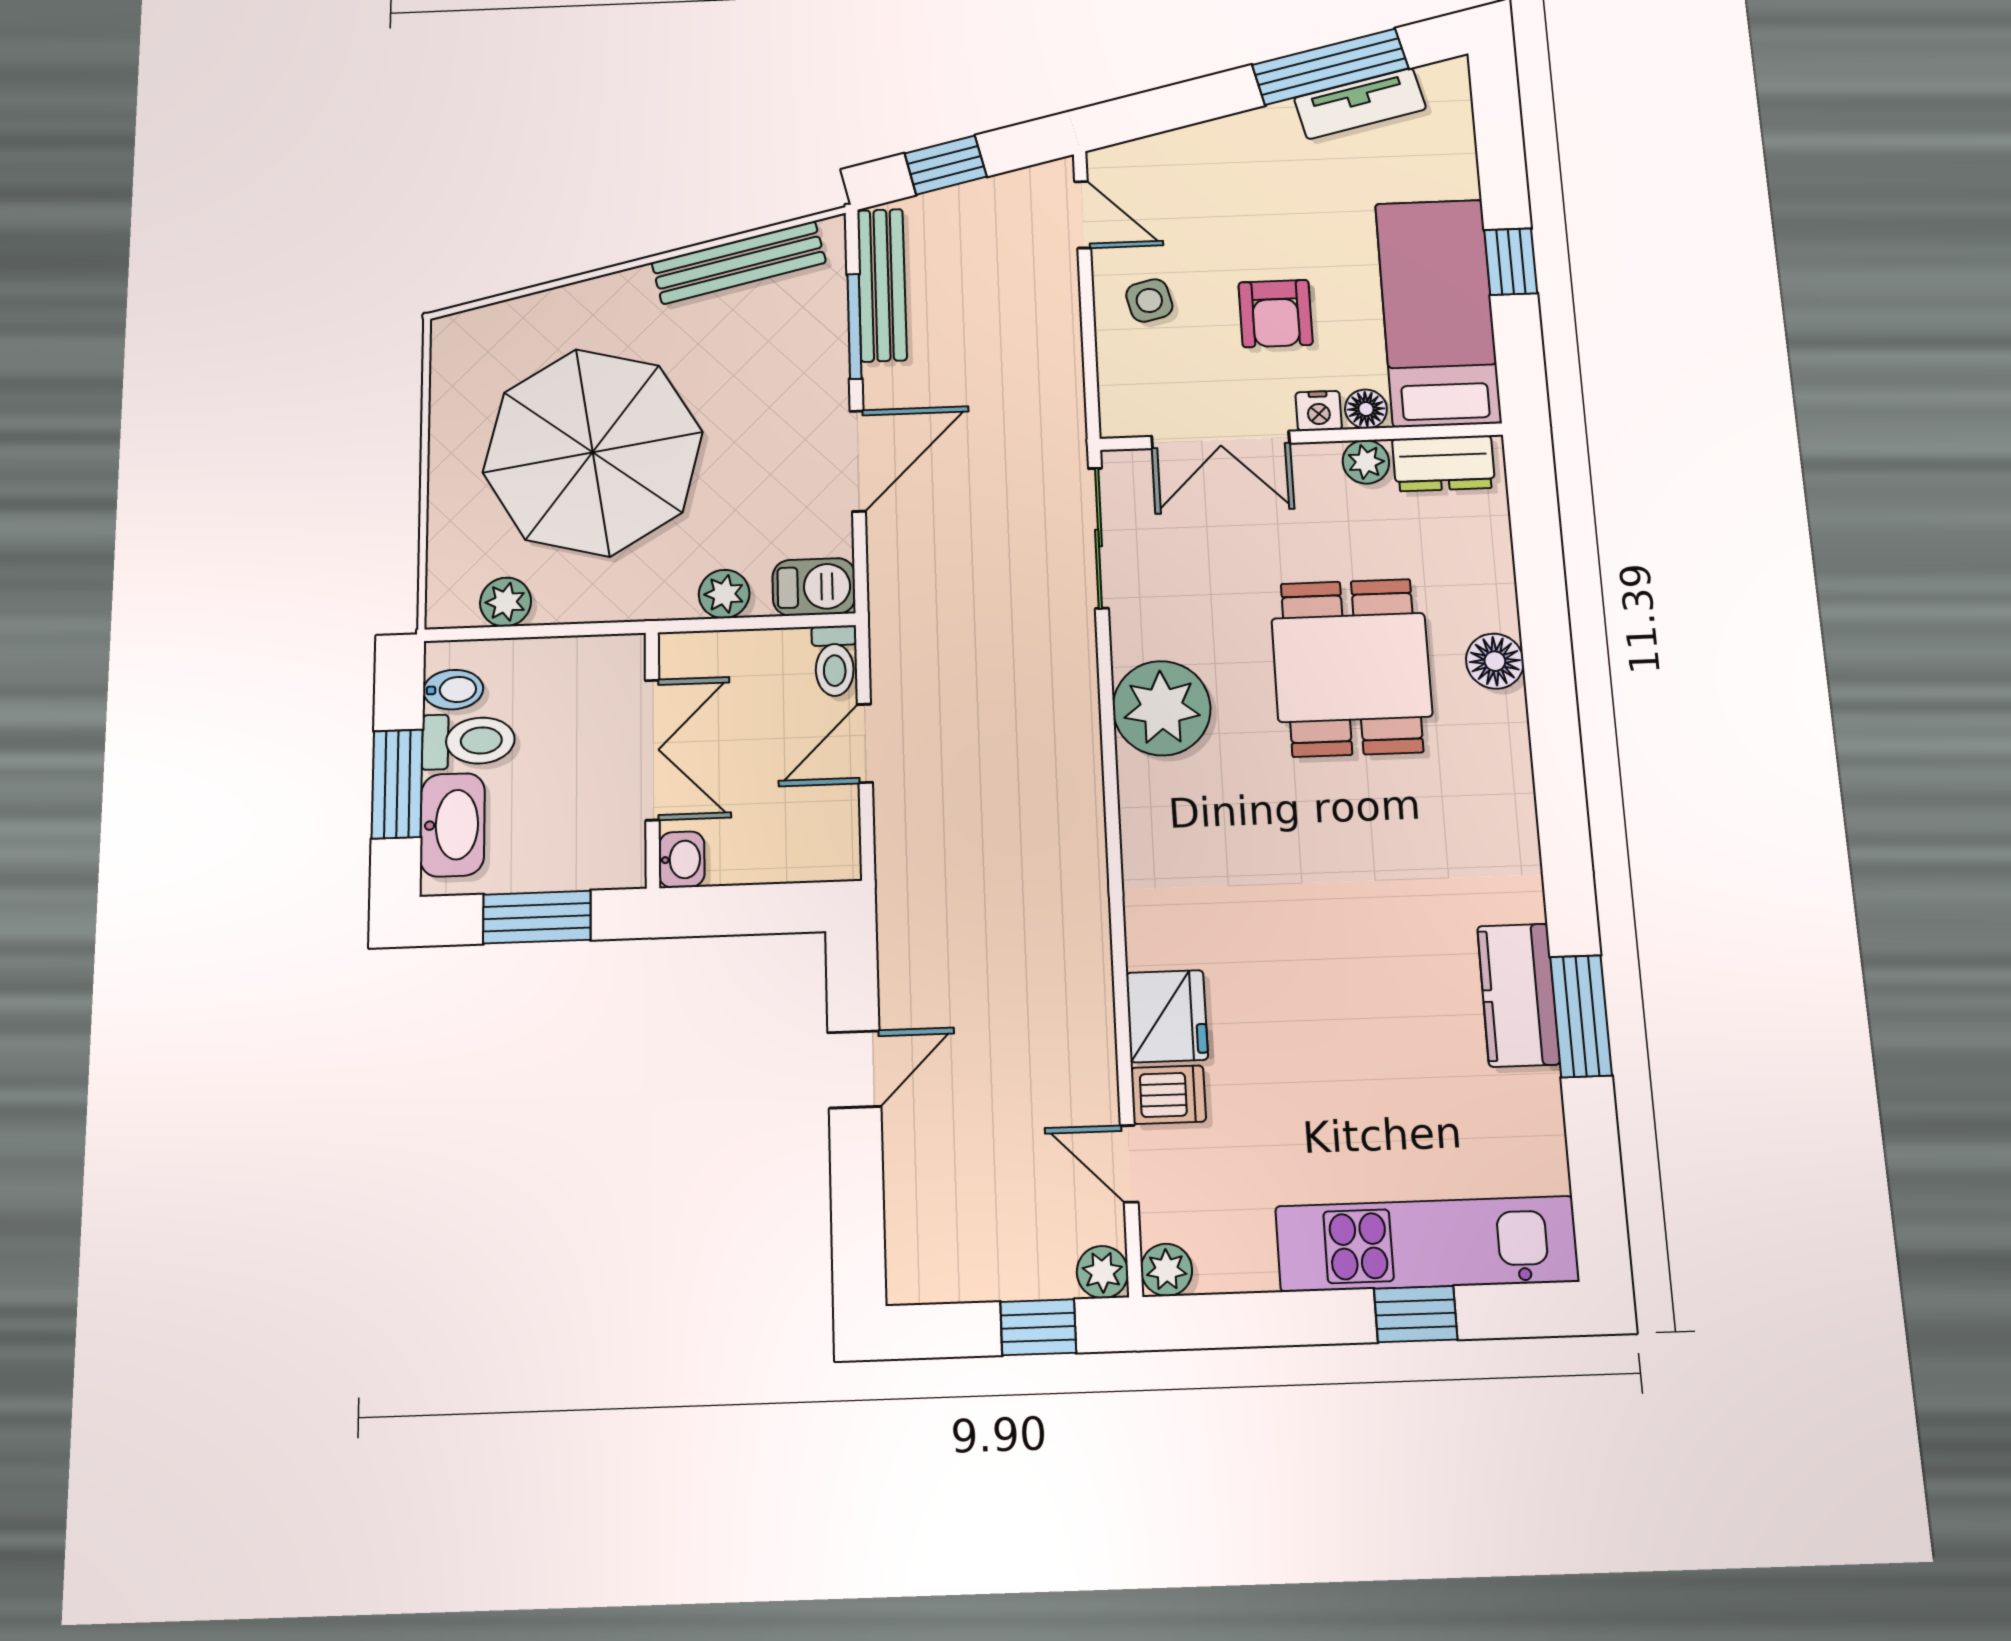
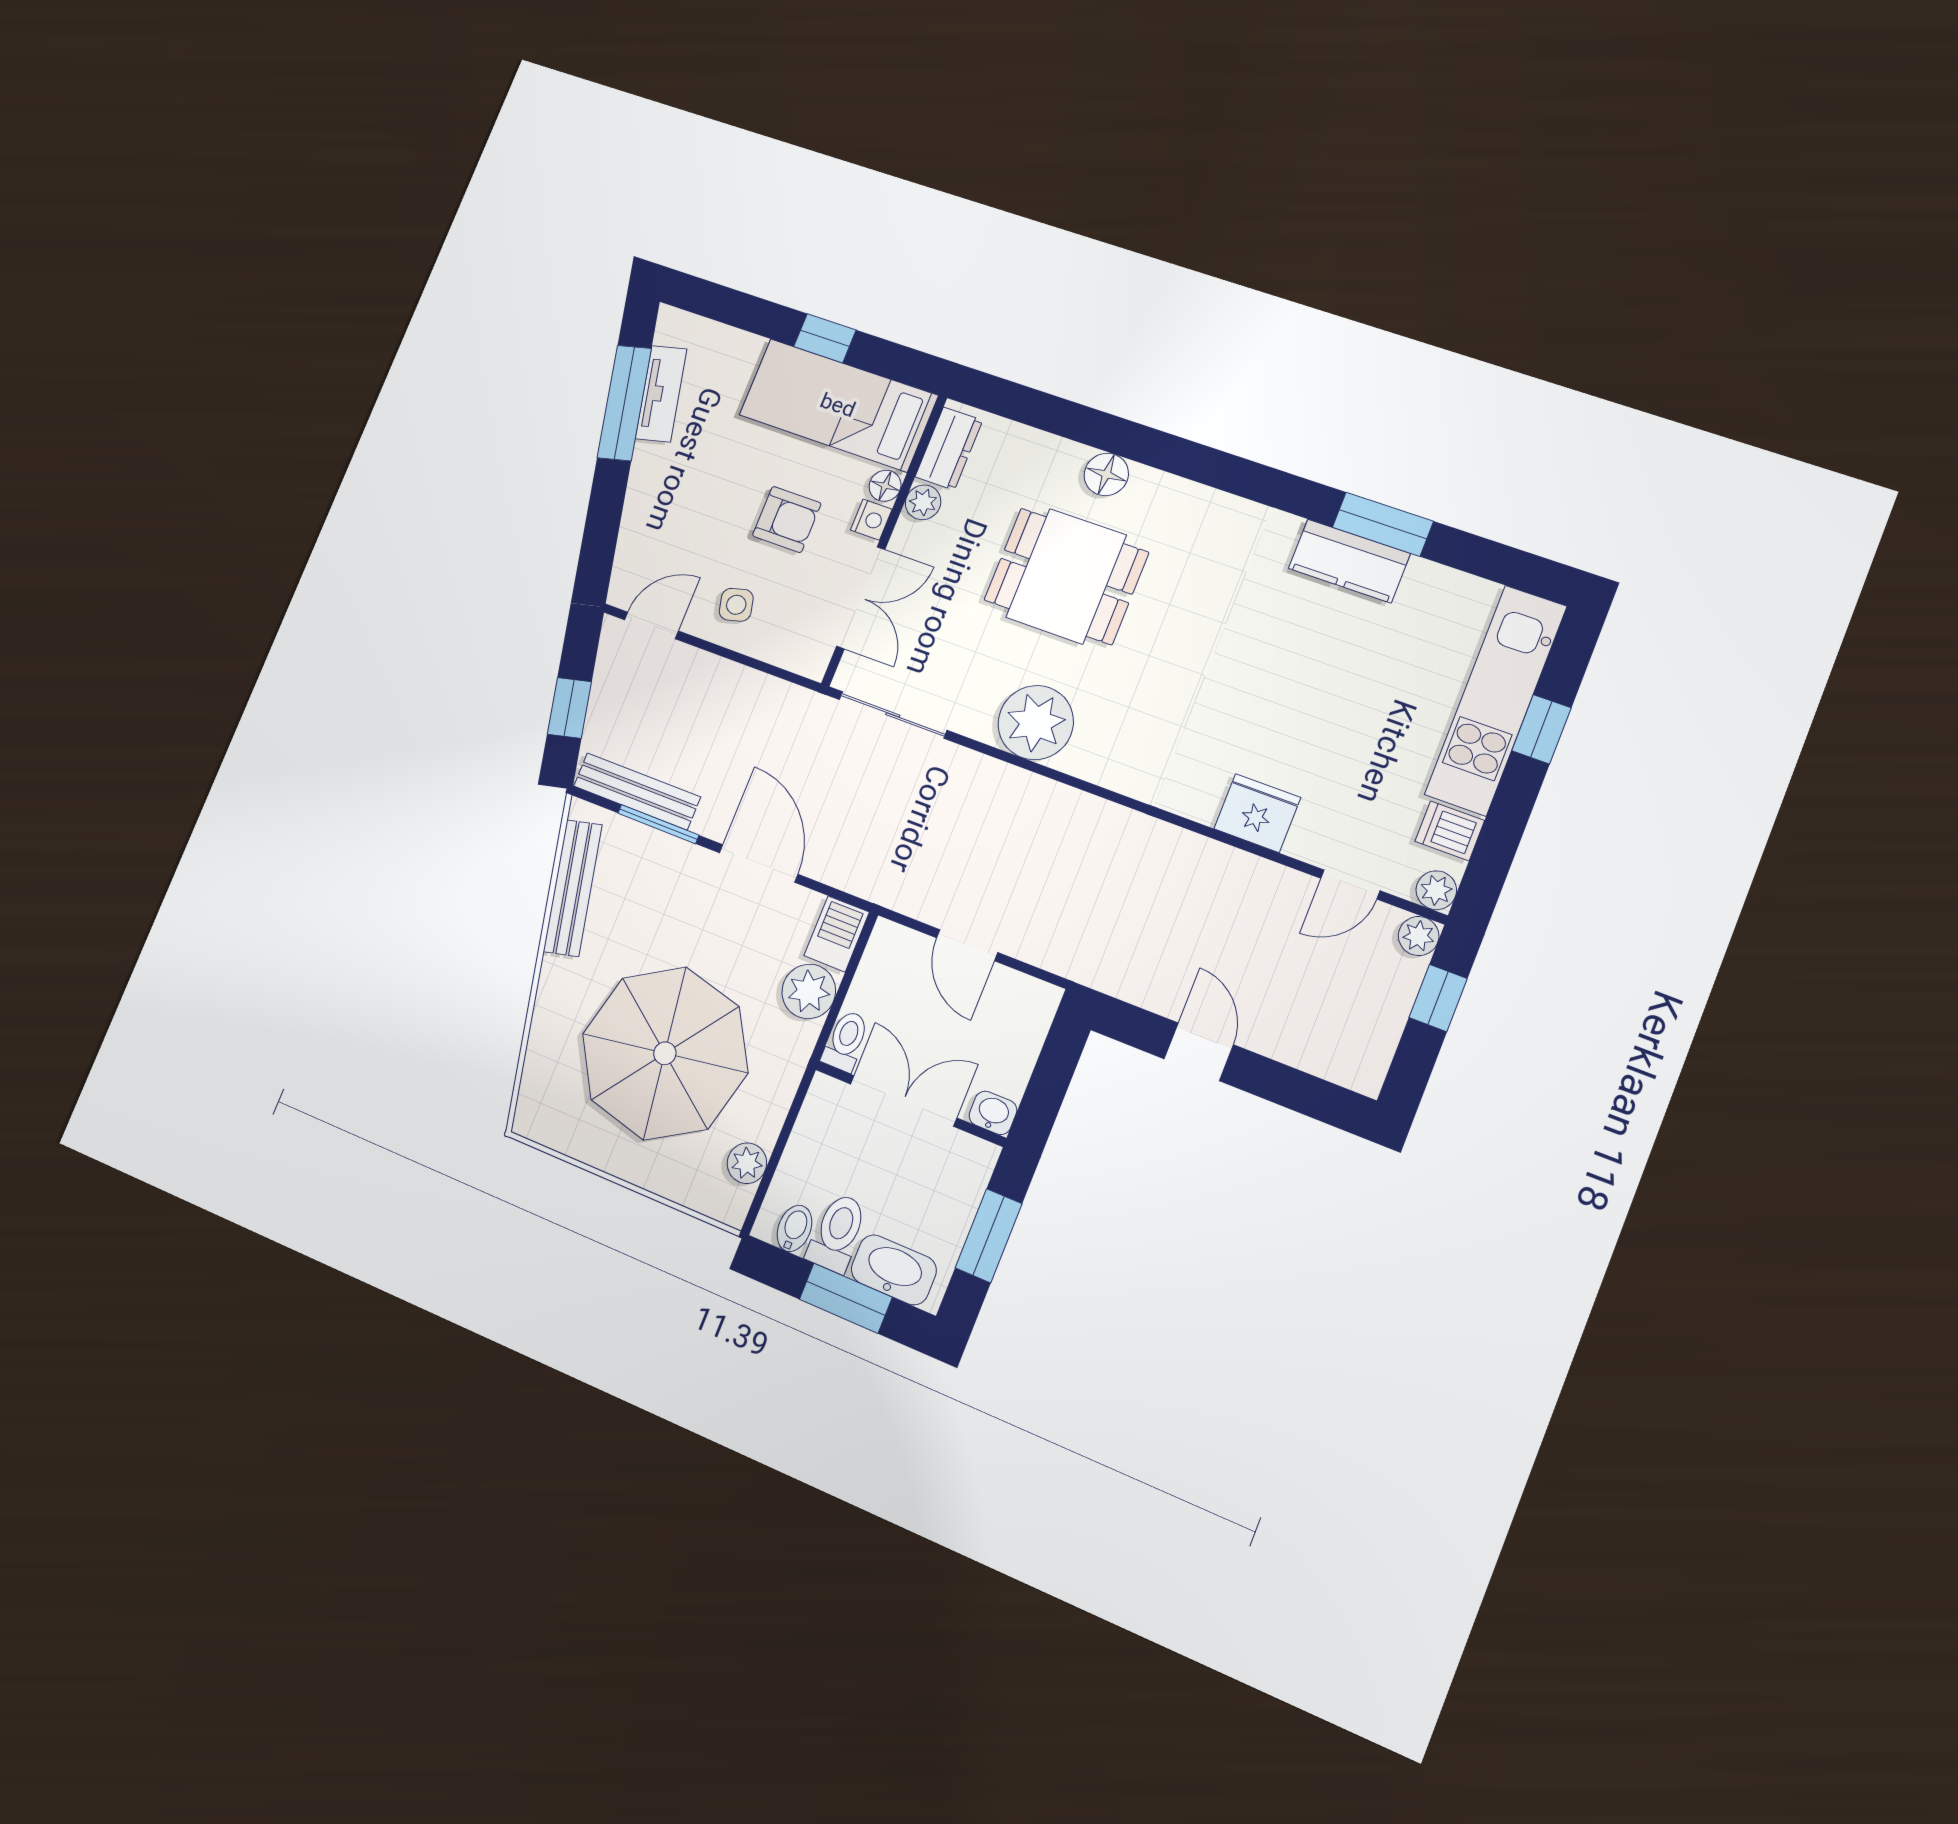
plant: (724, 594) -> (809, 991), width x1.38, depth x1.38
toilet: (834, 661) -> (846, 1041), moved, turned -90
dishwasher: (1168, 1095) -> (1450, 831), moved, turned -90

